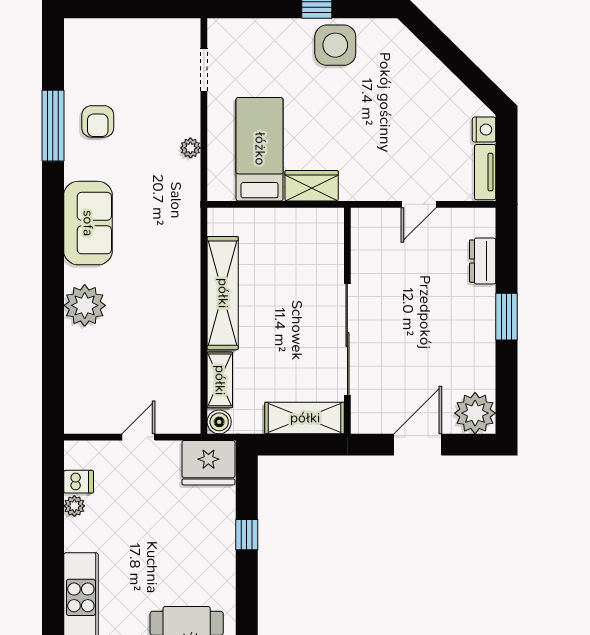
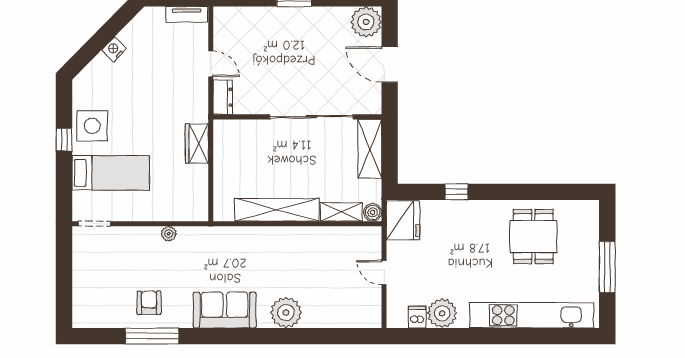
doorway: (204, 70) -> (94, 224), moved
armchair: (98, 121) -> (149, 303), turned -90
nightstand: (484, 130) -> (114, 49), moved, turned -45
bed: (260, 149) -> (111, 173), moved, turned 180
dresser: (483, 261) -> (223, 97), moved, turned -90
plant: (74, 506) -> (442, 313), width x1.88, depth x1.88

